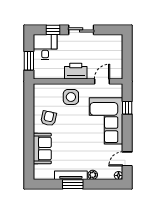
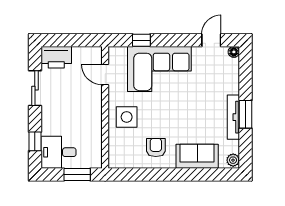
sliding door: (81, 30) -> (35, 88), moved
printer: (76, 71) -> (56, 57), moved, turned -90
armchair: (49, 118) -> (156, 148), turned 78
door: (127, 159) -> (211, 40), swing flipped
plant: (93, 175) -> (233, 160), moved

